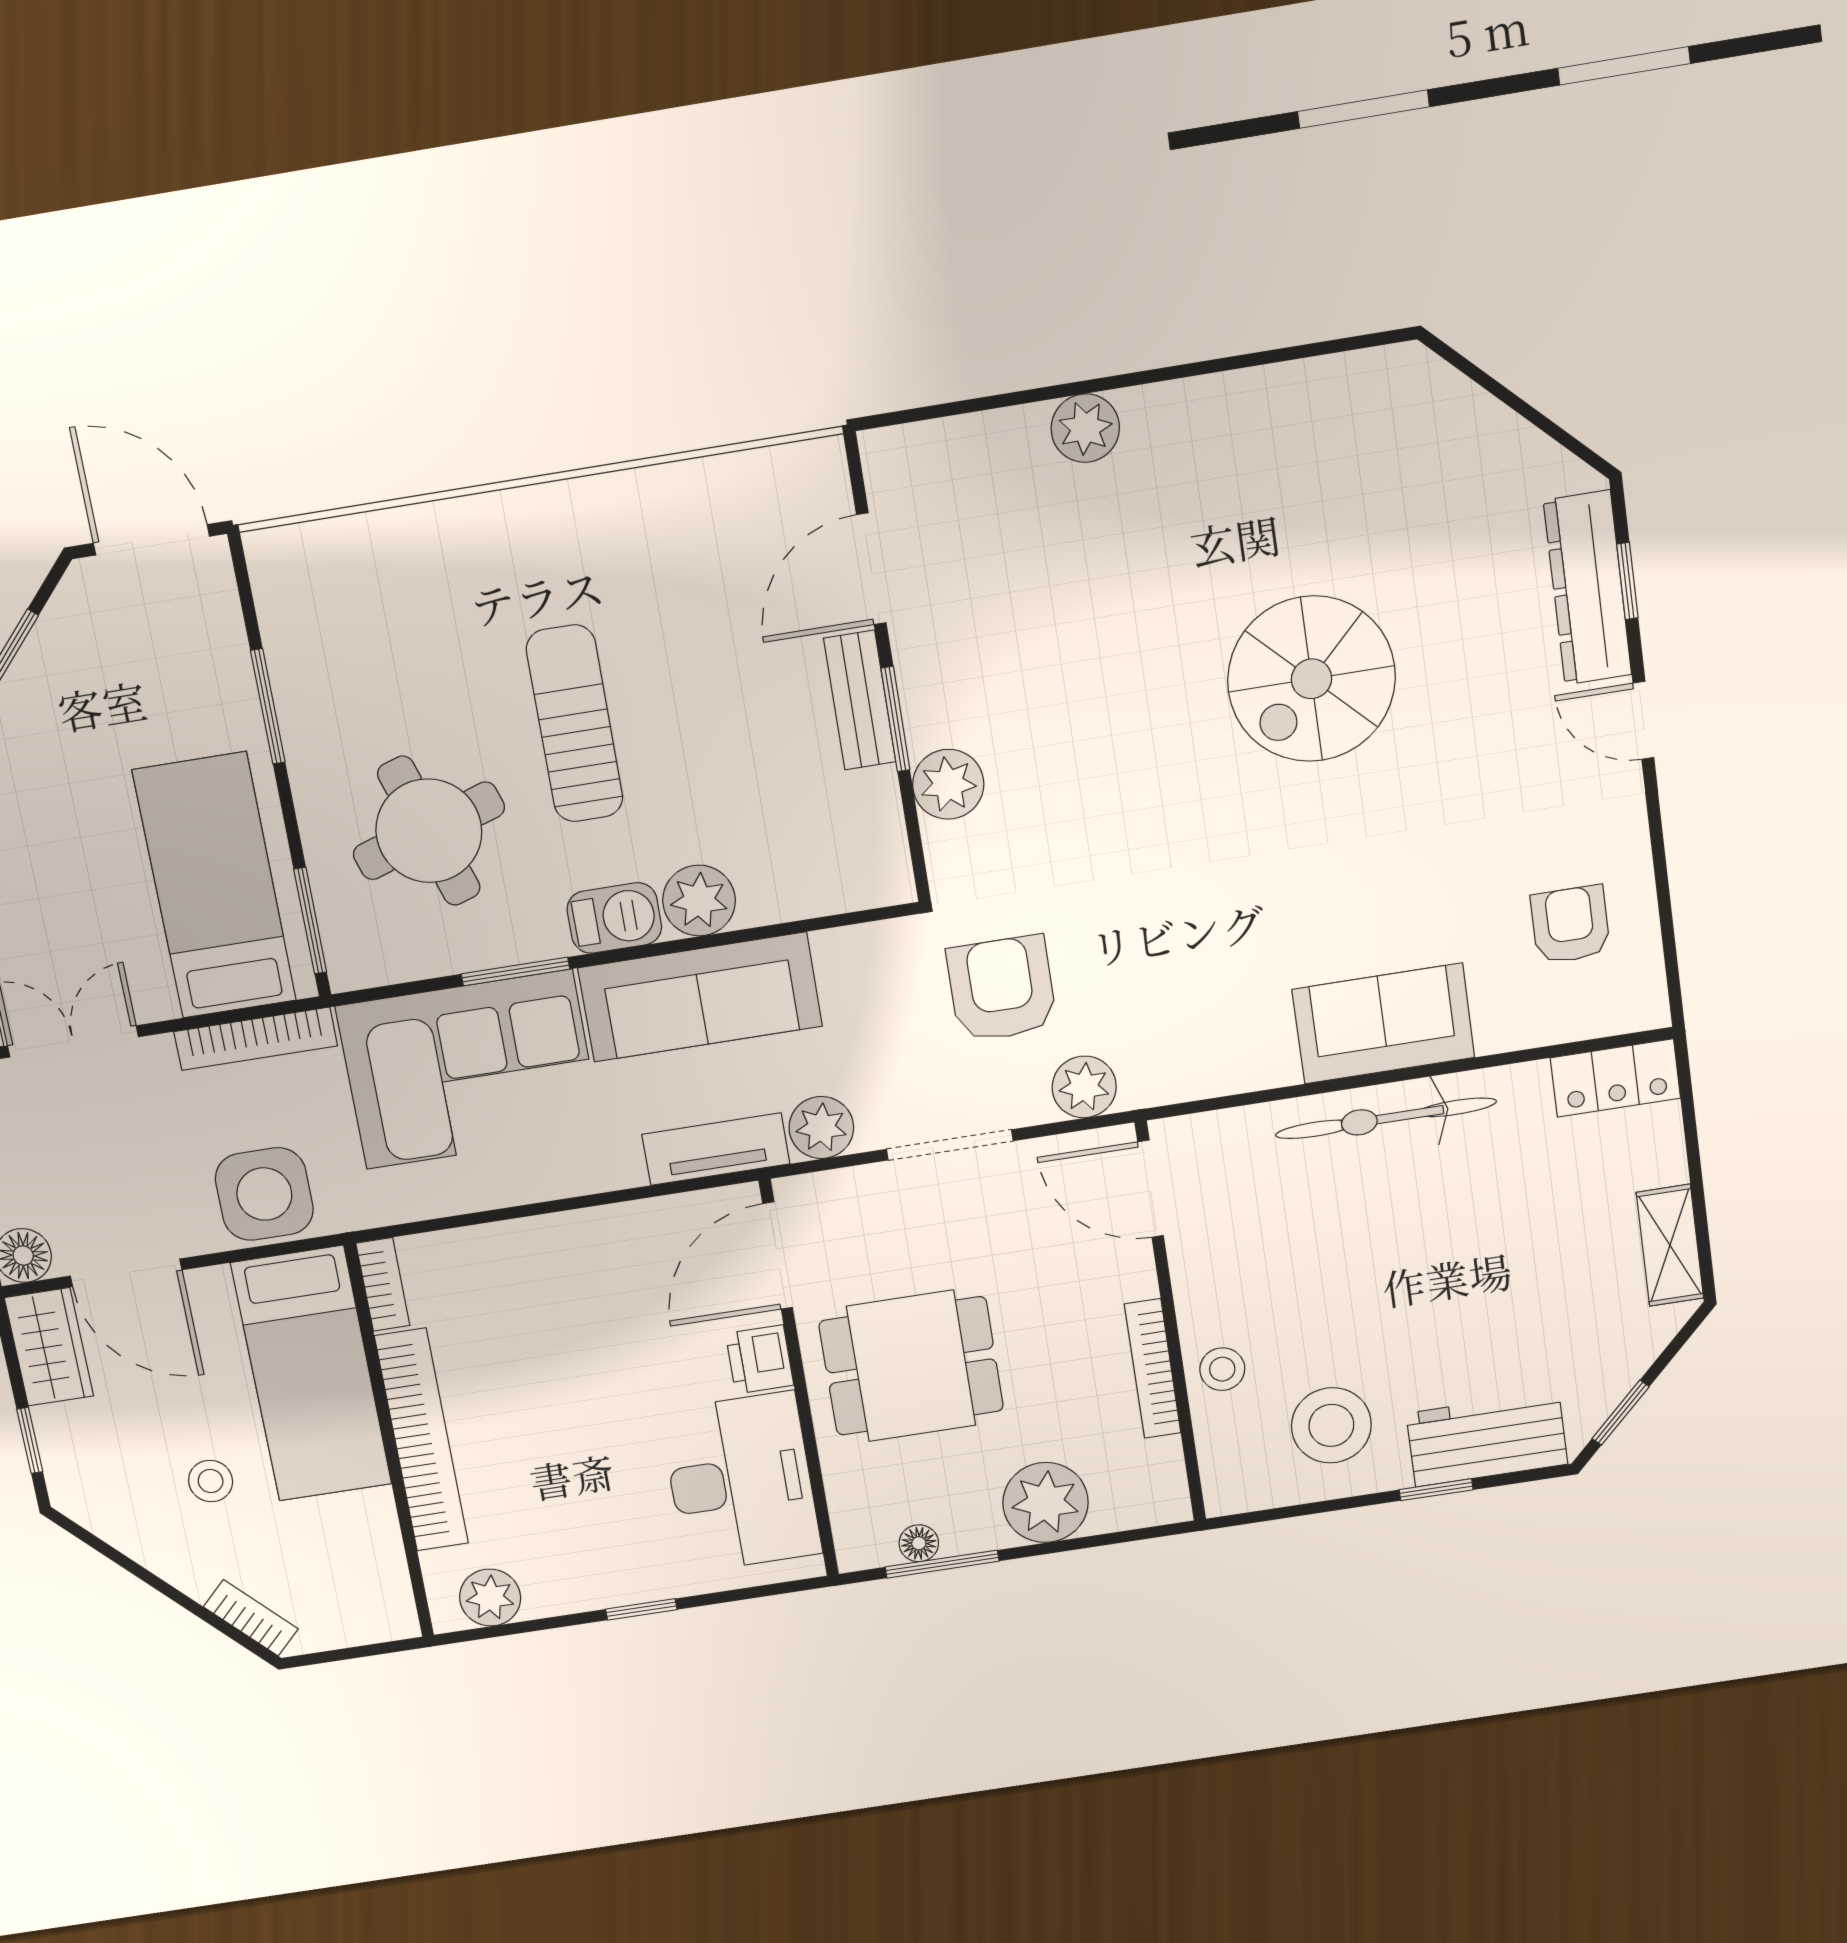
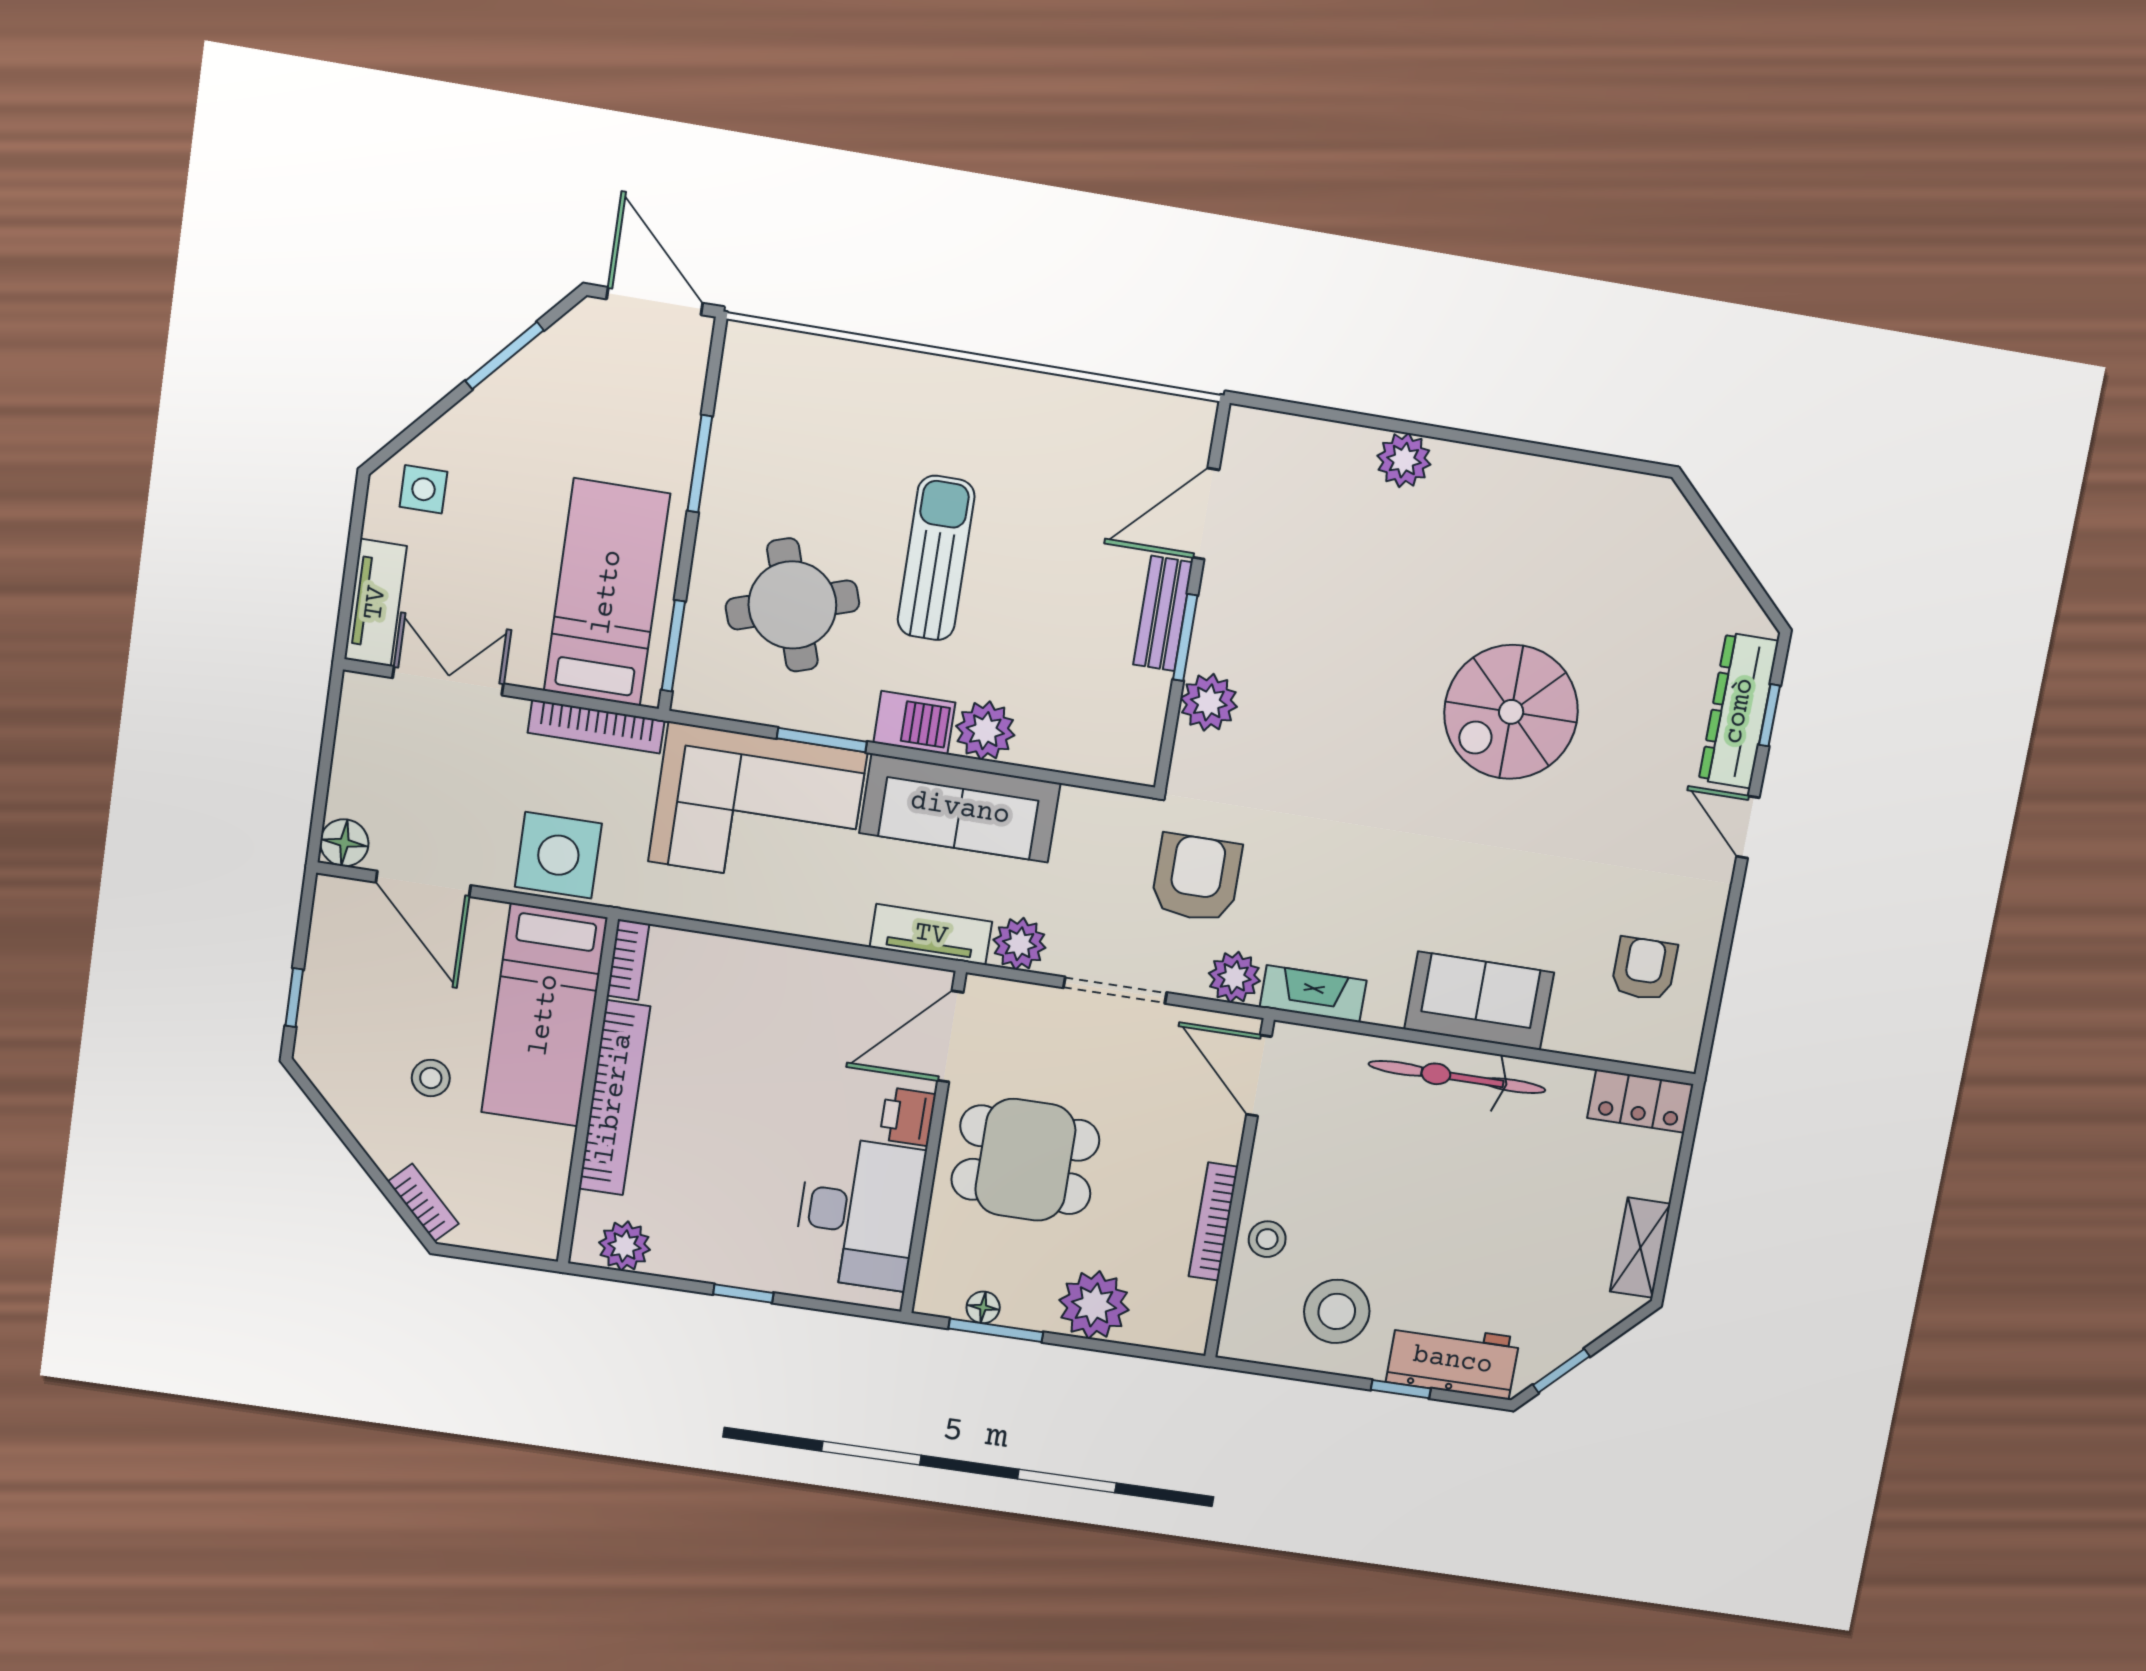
fireplace: (1183, 1077) -> (1313, 994), added
wardrobe: (49, 1347) -> (338, 925), removed

